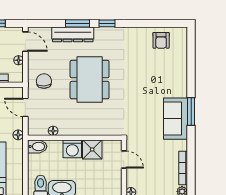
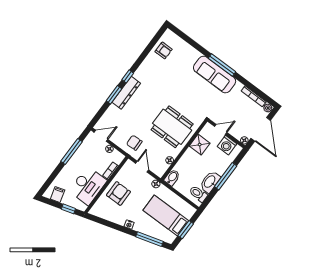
dresser: (73, 34) -> (126, 93), moved
dining table: (90, 80) -> (172, 127), moved
door: (25, 107) -> (142, 167), swing flipped
window: (191, 111) -> (222, 65), width x1.44
sofa: (176, 119) -> (215, 75), width x1.36
washing machine: (72, 149) -> (227, 145), moved, turned 90

